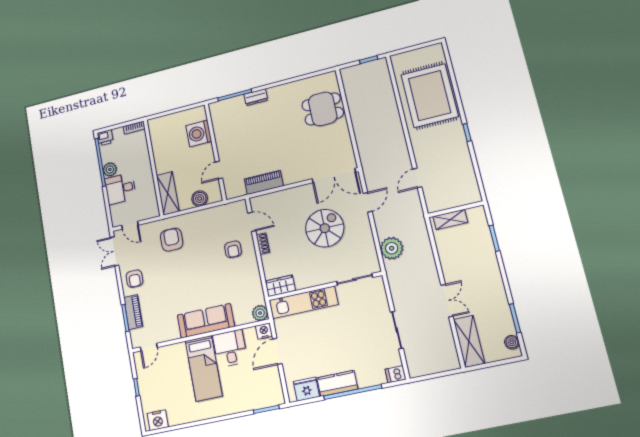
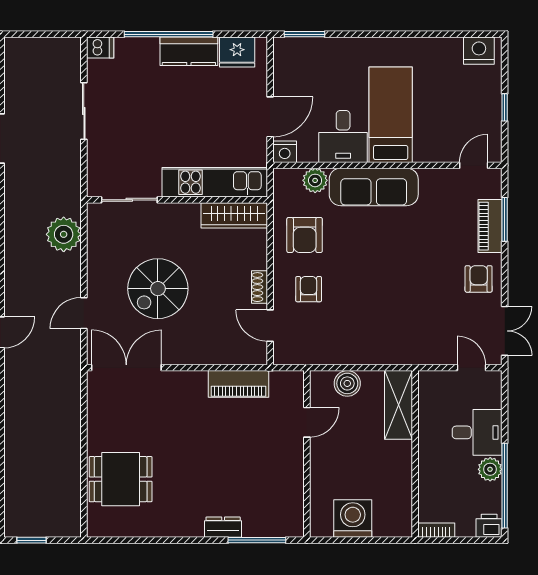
washing machine: (199, 133) -> (353, 519), moved, turned -90
armchair: (172, 240) -> (305, 235), moved
wardrobe: (280, 286) -> (234, 215), width x1.50
plant: (260, 313) -> (315, 180), moved

